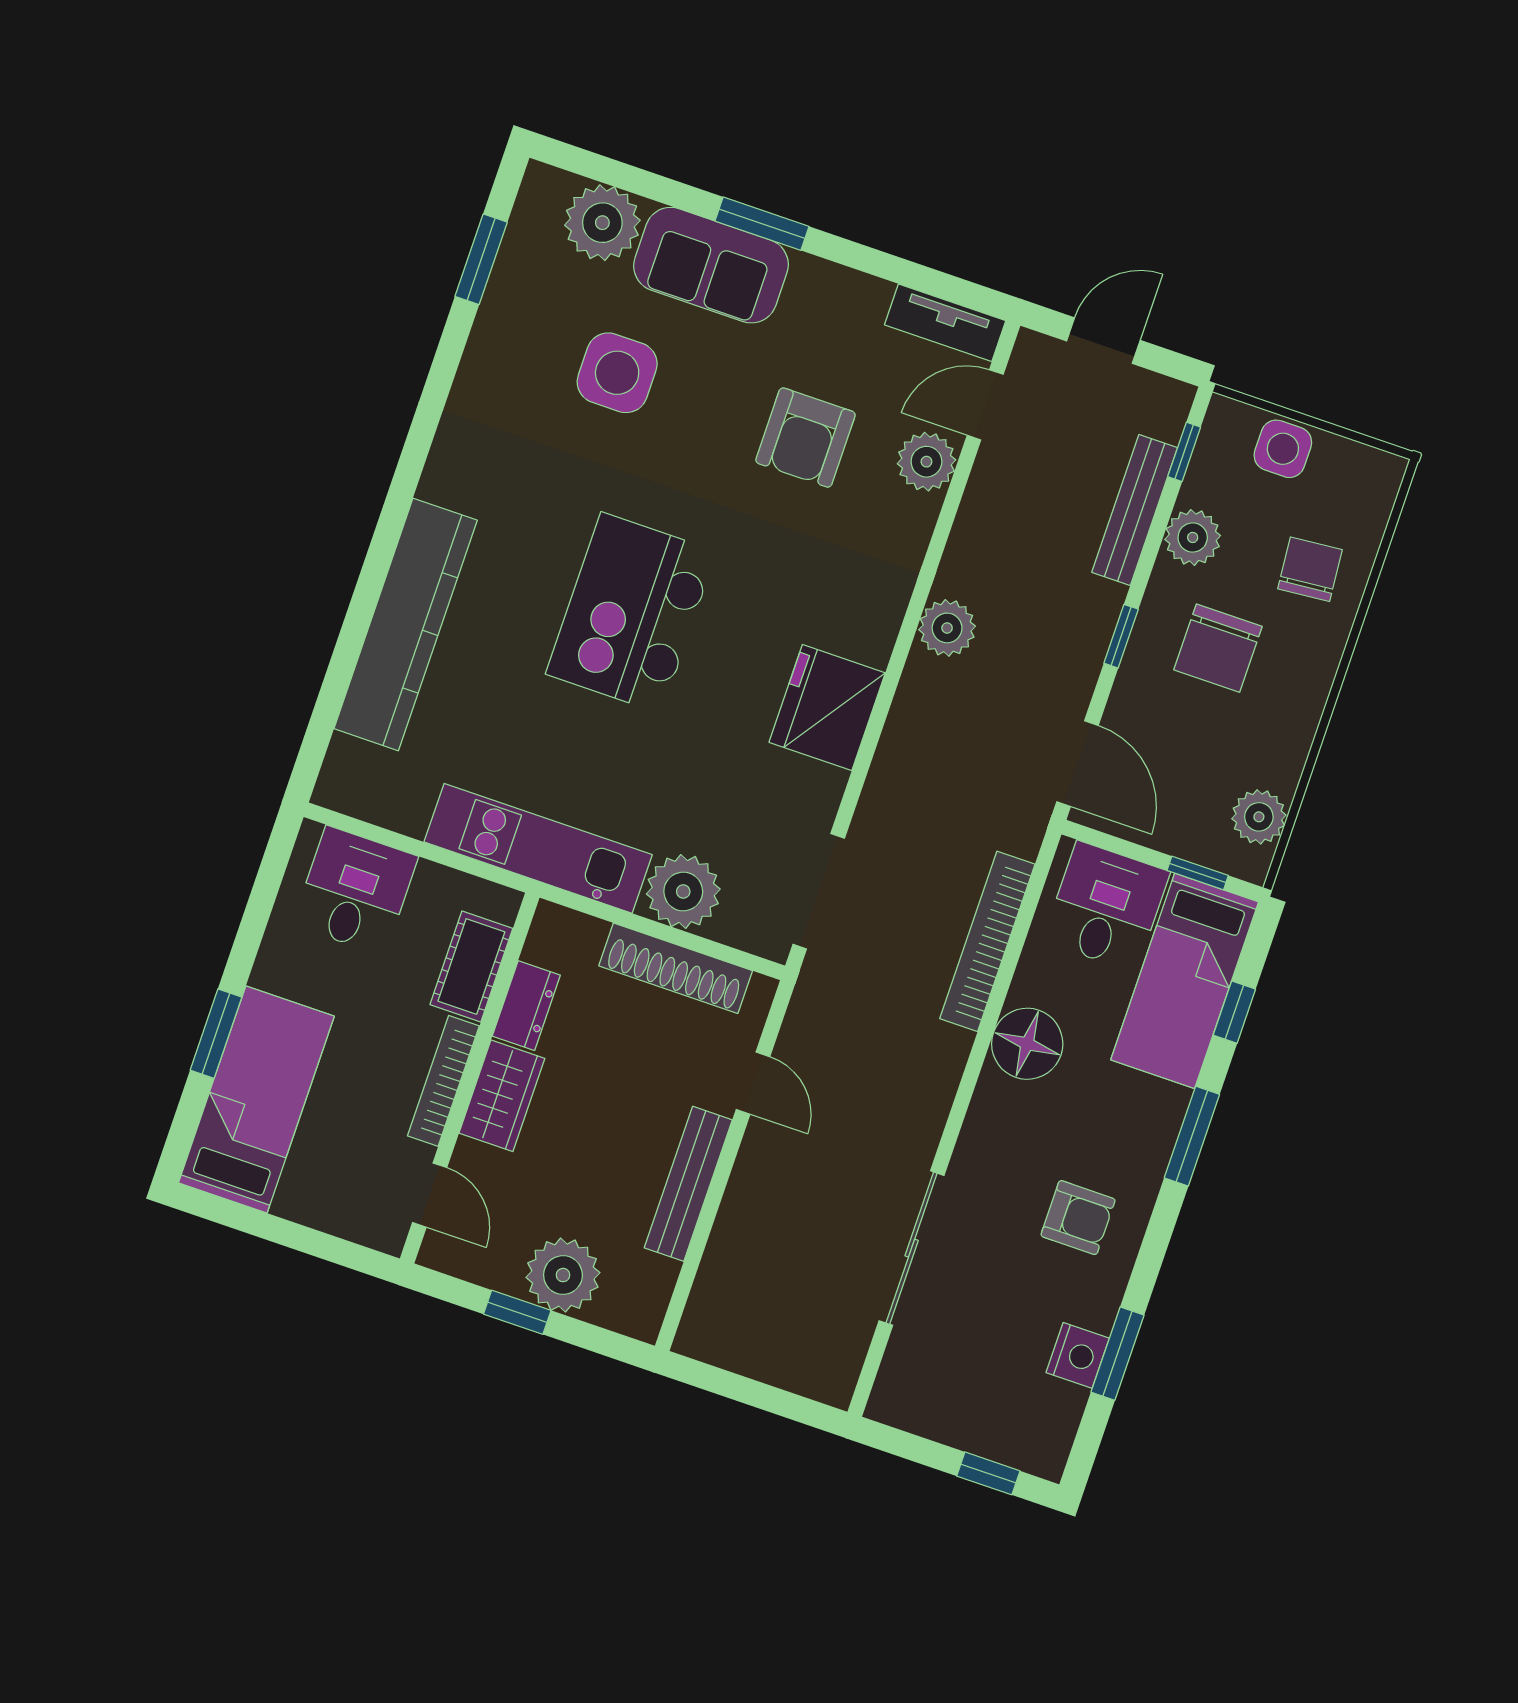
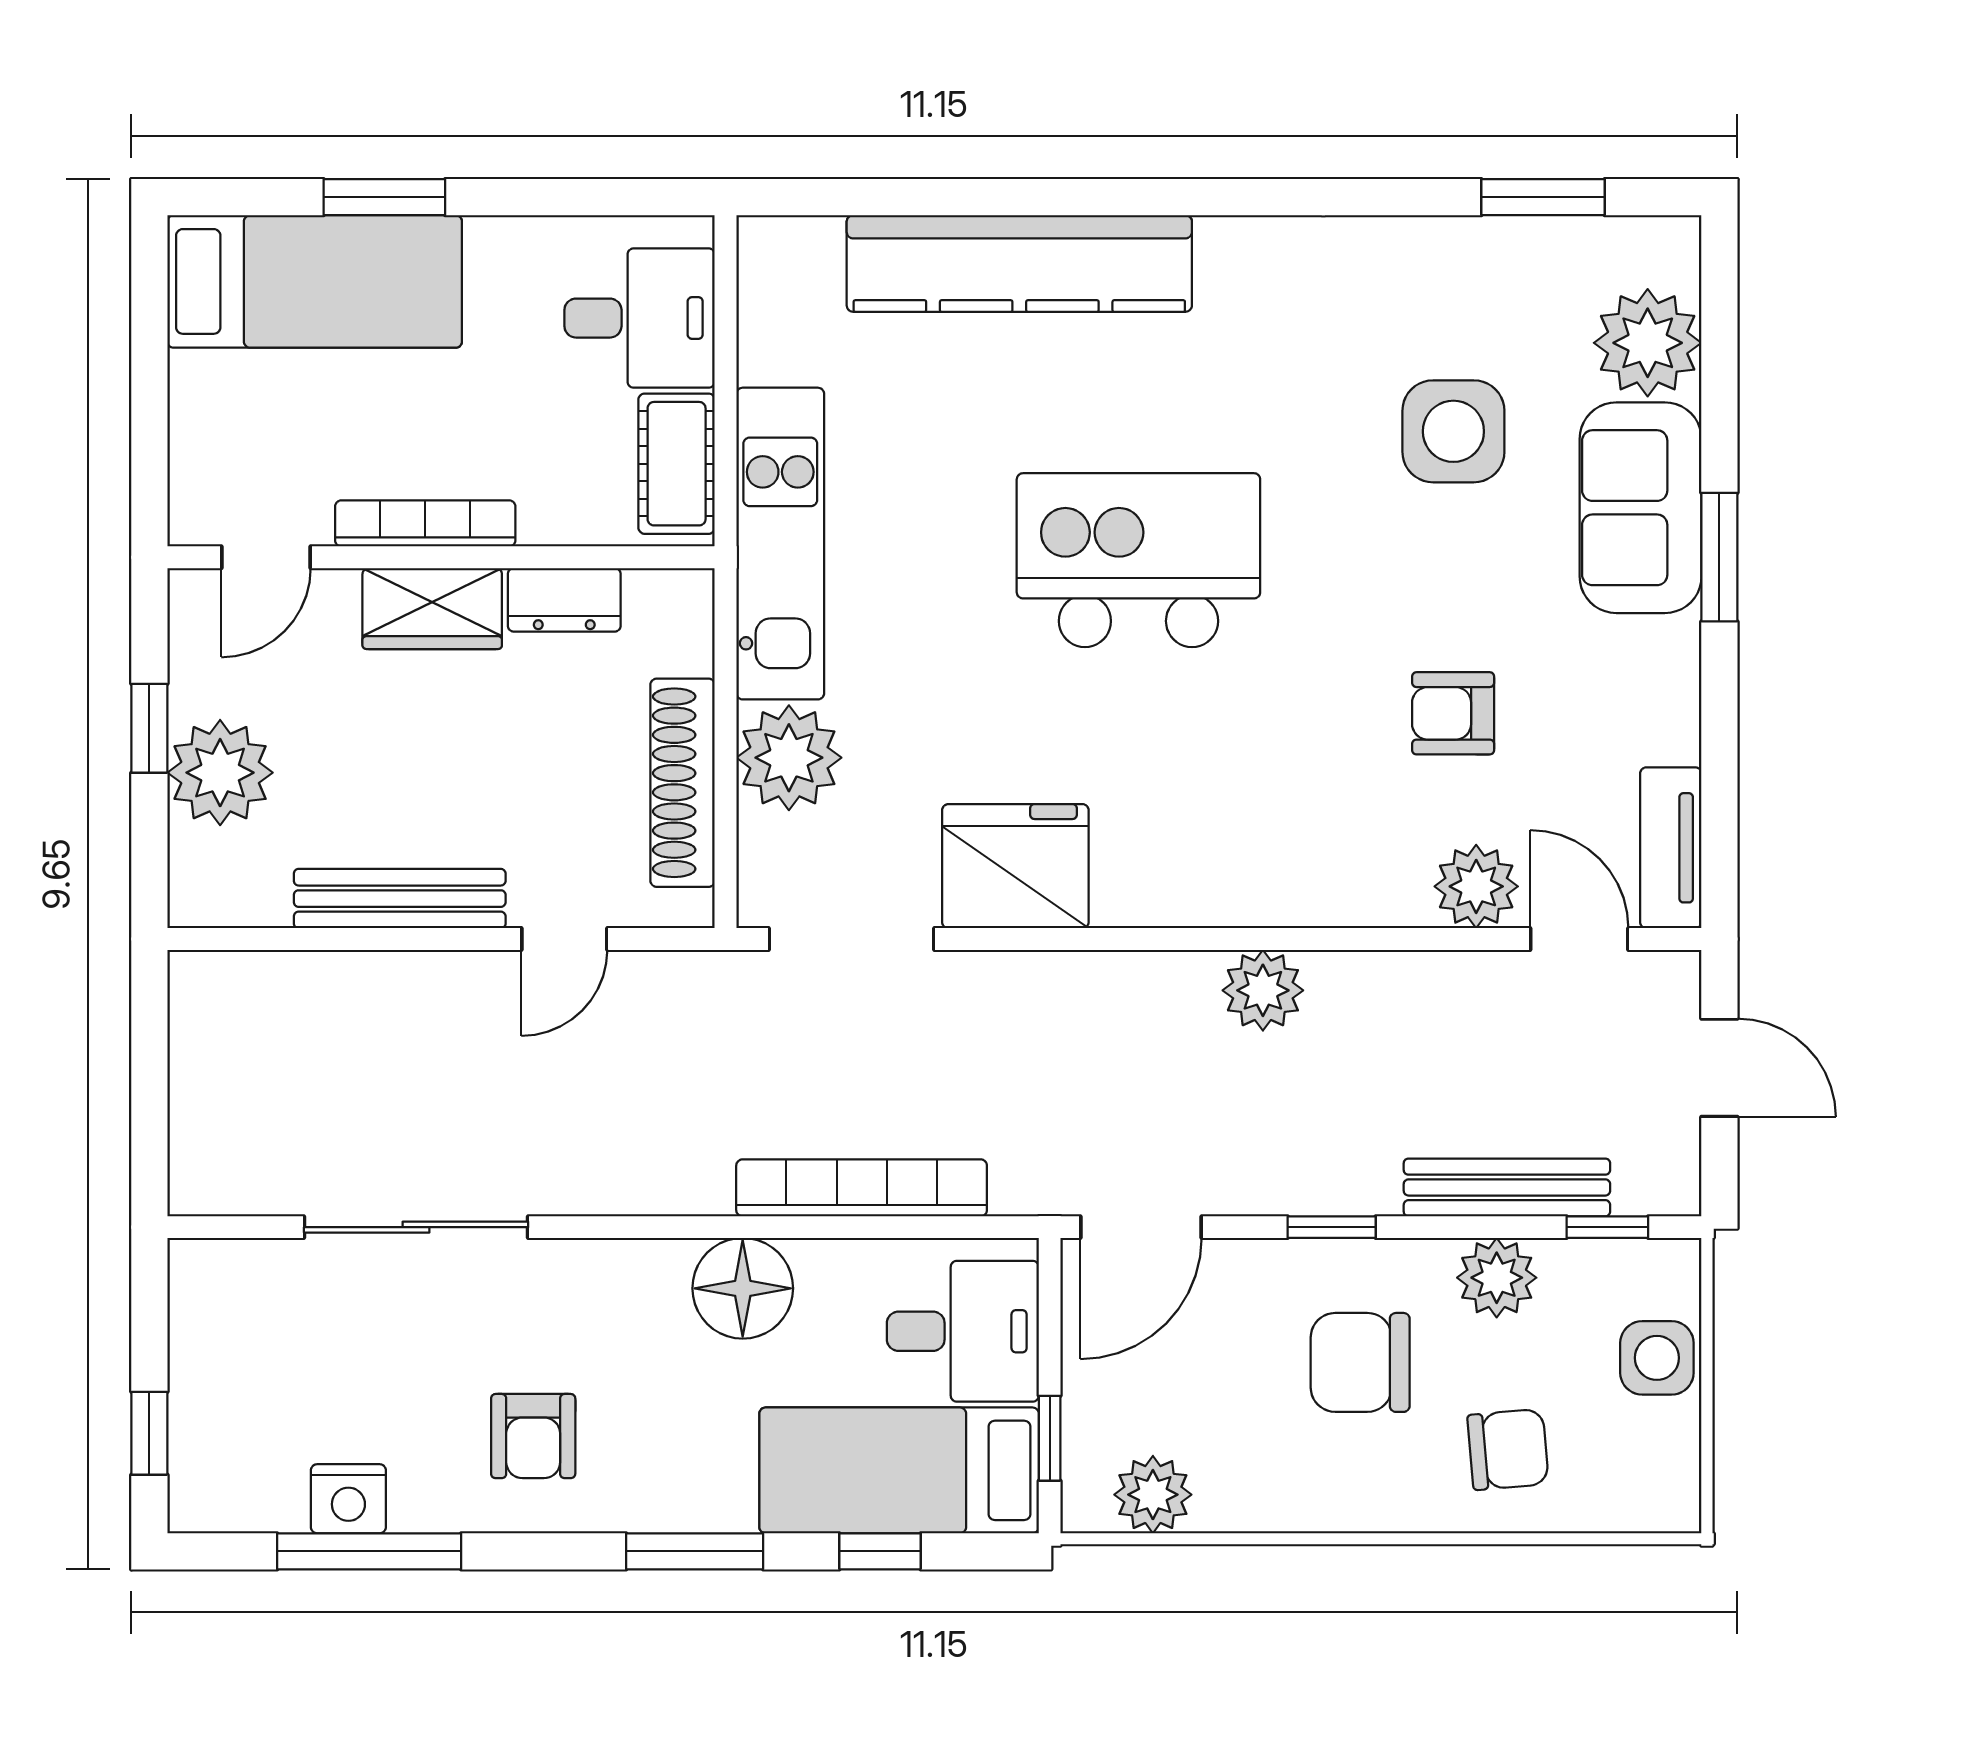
armchair: (805, 437) -> (1453, 713), width x0.72, depth x0.72
fridge: (827, 708) -> (1015, 866), moved
cot: (471, 966) -> (677, 464), moved, turned 90
window: (1117, 1354) -> (369, 1551), width x1.44

